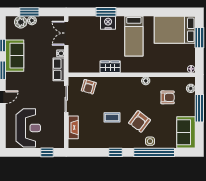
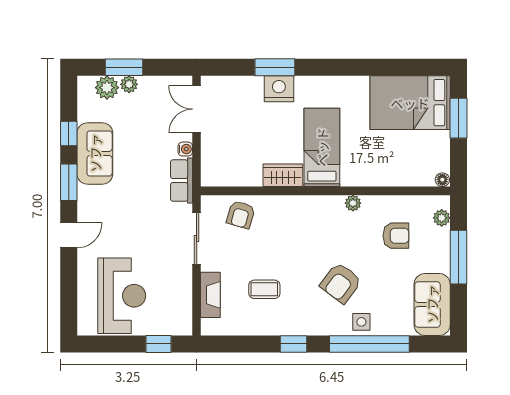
bed: (134, 36) -> (322, 147), moved, turned 180
coffee table: (112, 117) -> (264, 289), moved

